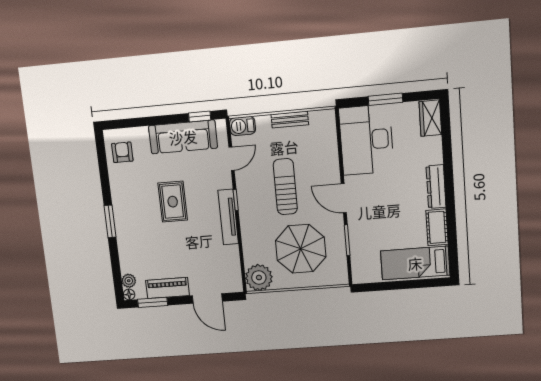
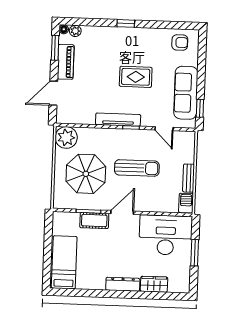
wardrobe: (430, 118) -> (154, 284), moved
barbecue: (243, 126) -> (186, 203), moved
window: (110, 221) -> (126, 23), width x0.67
cot: (437, 227) -> (94, 221), moved

